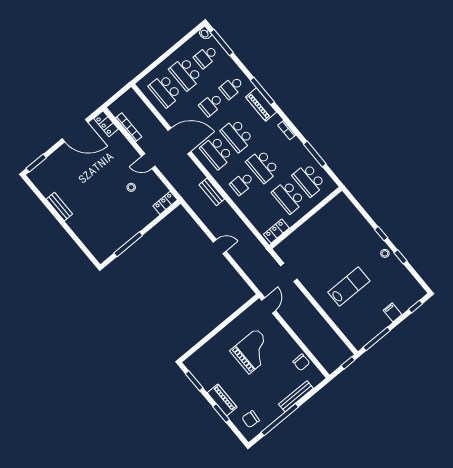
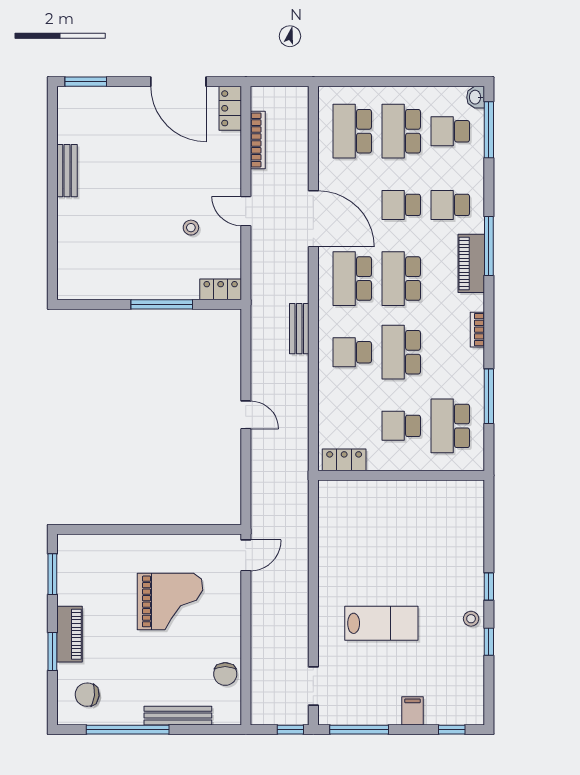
school desk: (288, 197) -> (401, 426), width x0.54
window: (128, 244) -> (162, 304), moved
doorway: (289, 272) -> (313, 686), moved

